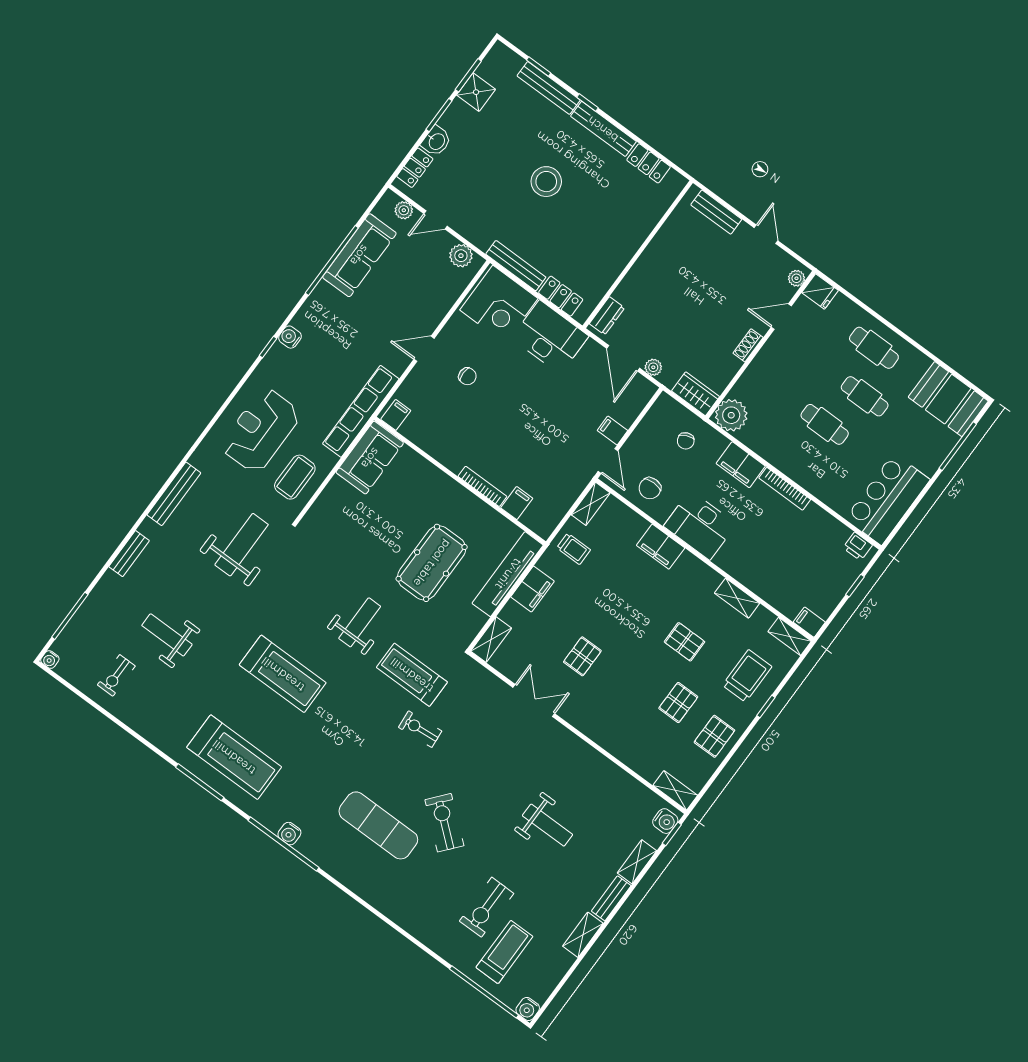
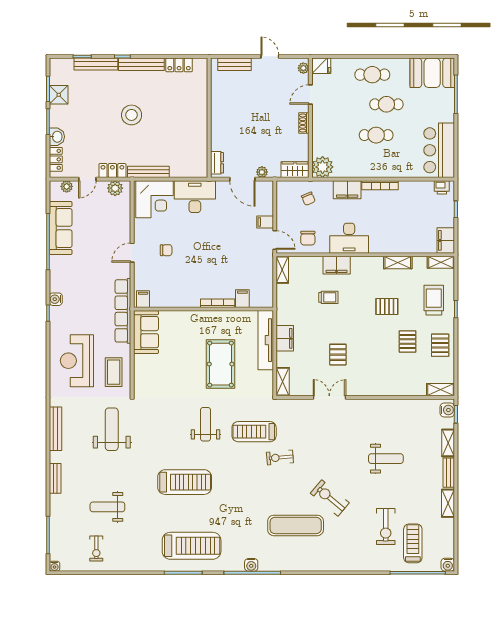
locker: (561, 296) -> (112, 171), moved
trolley: (574, 549) -> (328, 297), moved
filing cabinet: (809, 622) -> (446, 240), width x2.00

